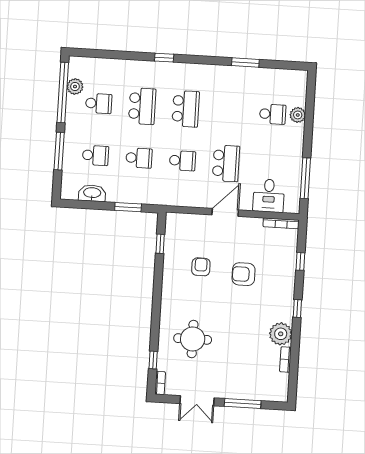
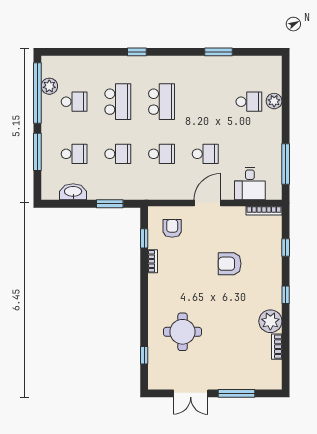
school desk: (226, 163) -> (205, 154), width x0.54
armchair: (201, 267) -> (172, 228), moved
bookcase: (160, 383) -> (153, 261), moved

